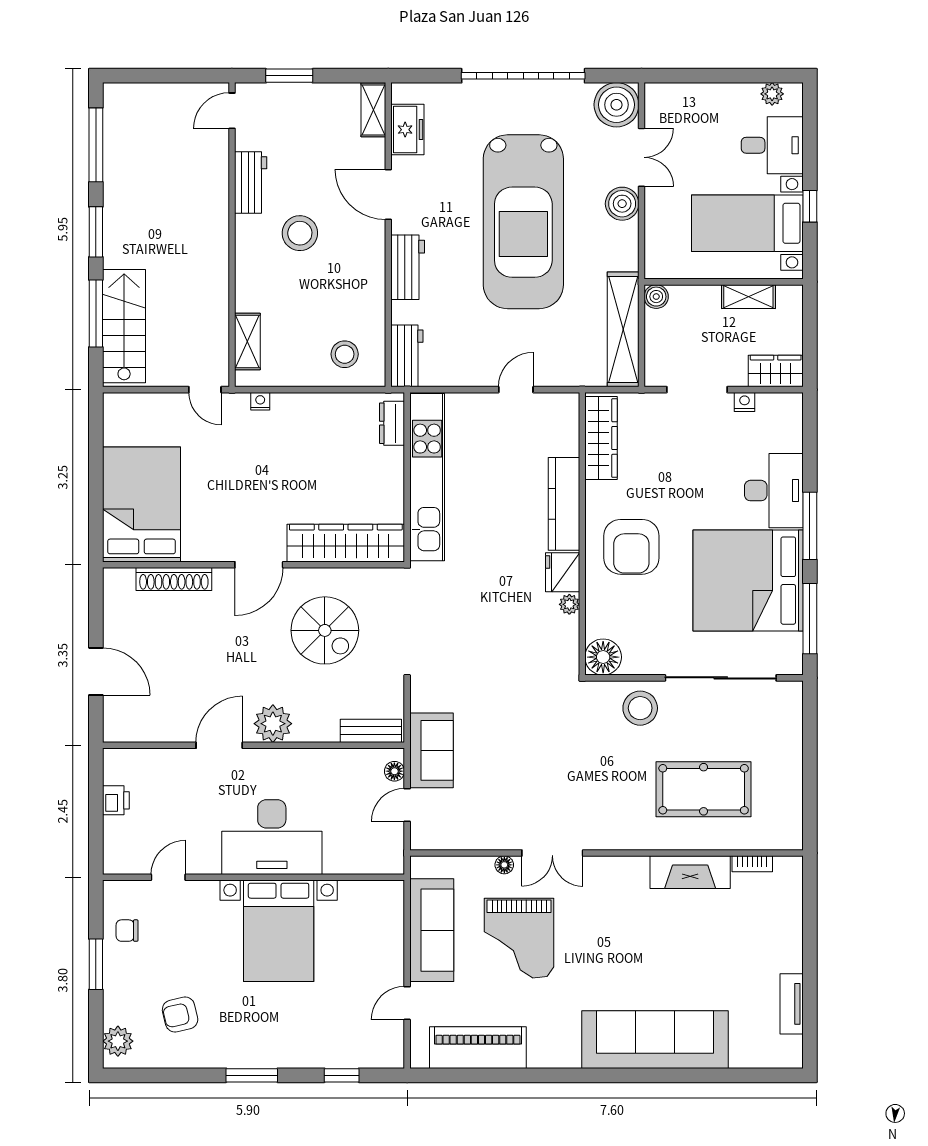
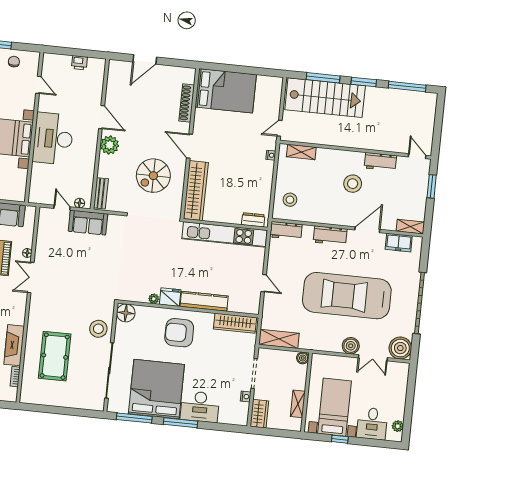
stairs: (124, 326) -> (325, 98), width x1.36, depth x1.51
shelving: (623, 329) -> (279, 339), width x0.68

